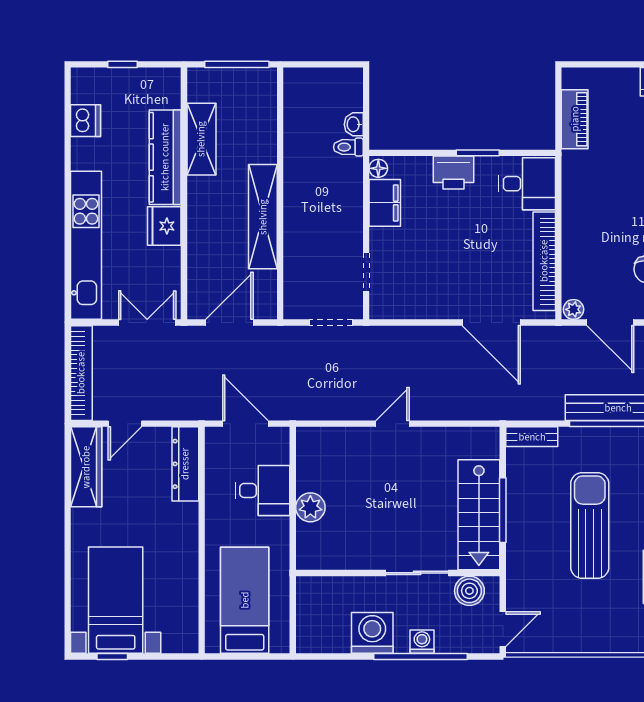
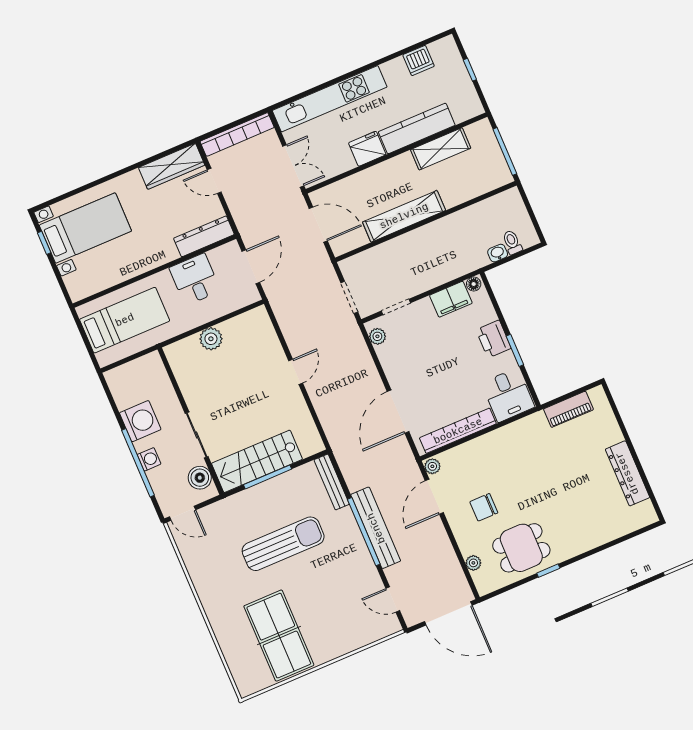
toilet: (348, 147) -> (512, 242), moved
plant: (392, 309) -> (377, 336), added
door: (392, 424) -> (296, 372), hinge flipped
bench: (532, 437) -> (332, 482), width x1.36
desk: (263, 490) -> (195, 279), moved, turned 180

